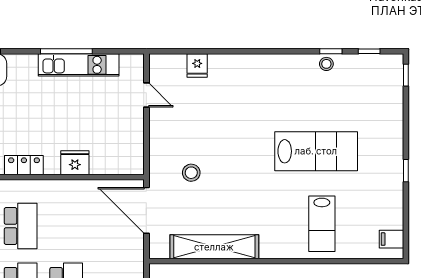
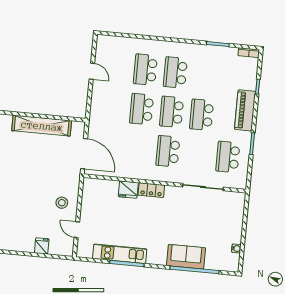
locker: (24, 165) -> (151, 190), moved
stool: (191, 173) -> (62, 203), moved

